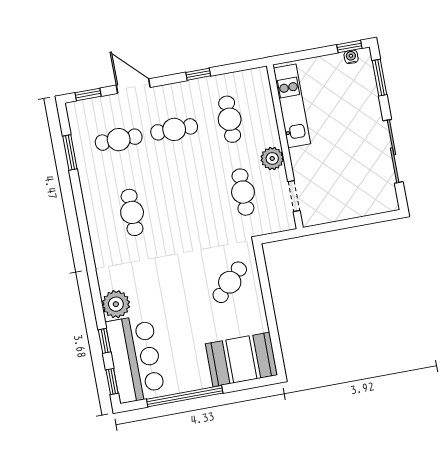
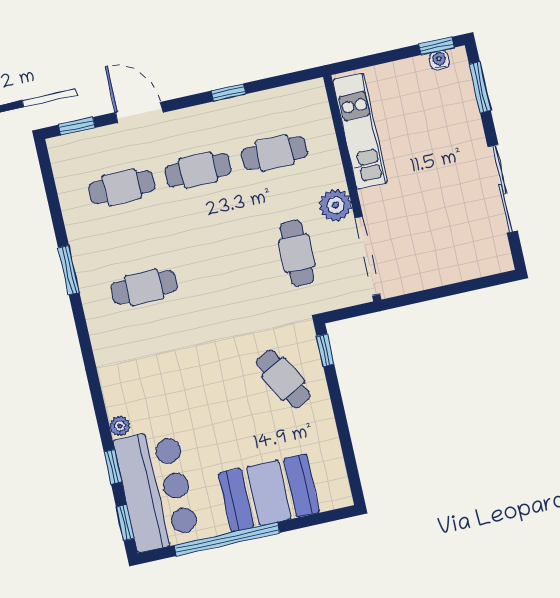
cafe table: (230, 119) -> (274, 153), turned 90
window: (70, 153) -> (69, 270), moved
doorway: (294, 196) -> (367, 256), width x1.87
cafe table: (132, 212) -> (144, 287), turned 90
window: (261, 263) -> (325, 350), added
cafe table: (230, 282) -> (283, 379), turned -73
plant: (116, 304) -> (120, 426), width x0.53, depth x0.53
booth: (241, 359) -> (269, 493), moved

